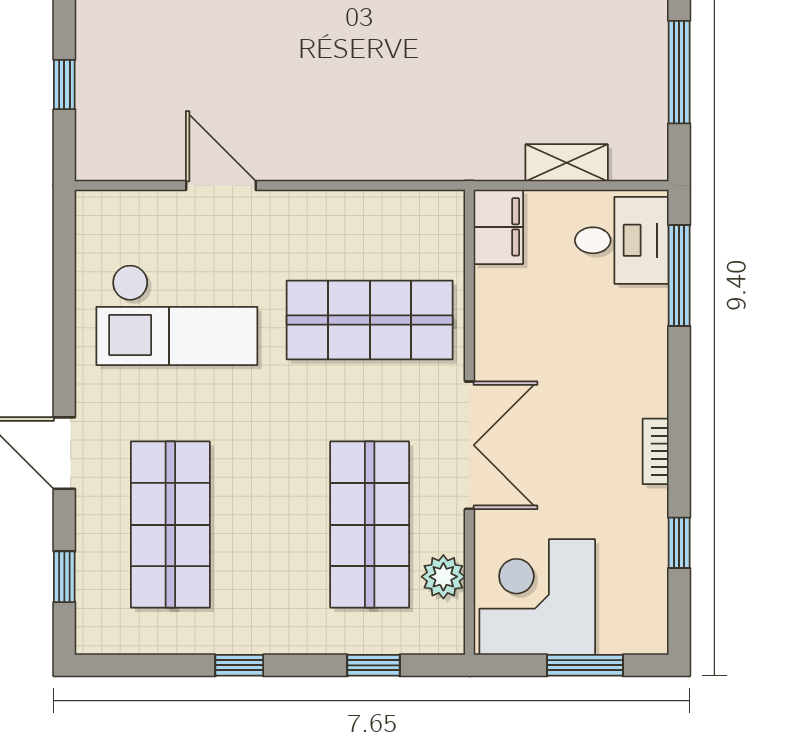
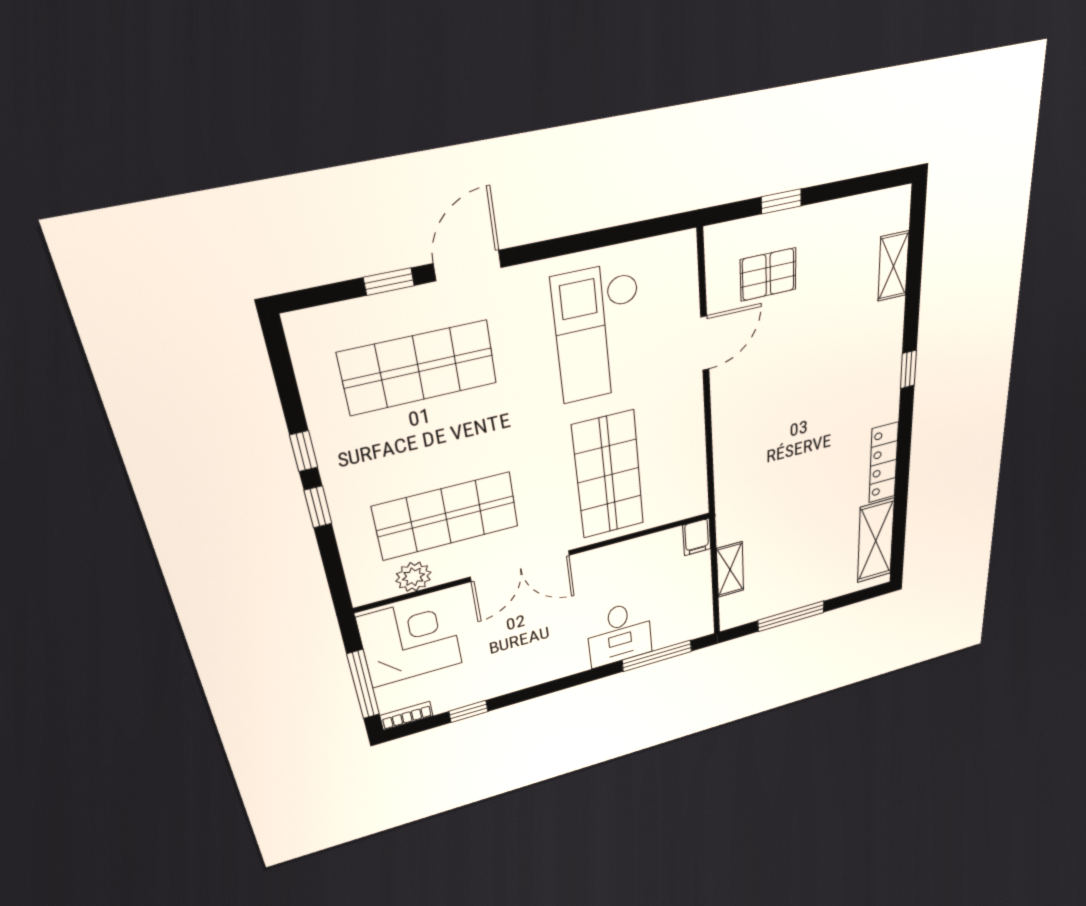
pallet: (151, 102) -> (768, 274), added
filing cabinet: (498, 227) -> (697, 537), width x0.50
desk: (622, 240) -> (619, 634), moved
bookcase: (656, 451) -> (407, 716), moved
window: (64, 577) -> (389, 282), moved
window: (373, 665) -> (318, 507), moved
window: (585, 665) -> (363, 684), width x1.44

